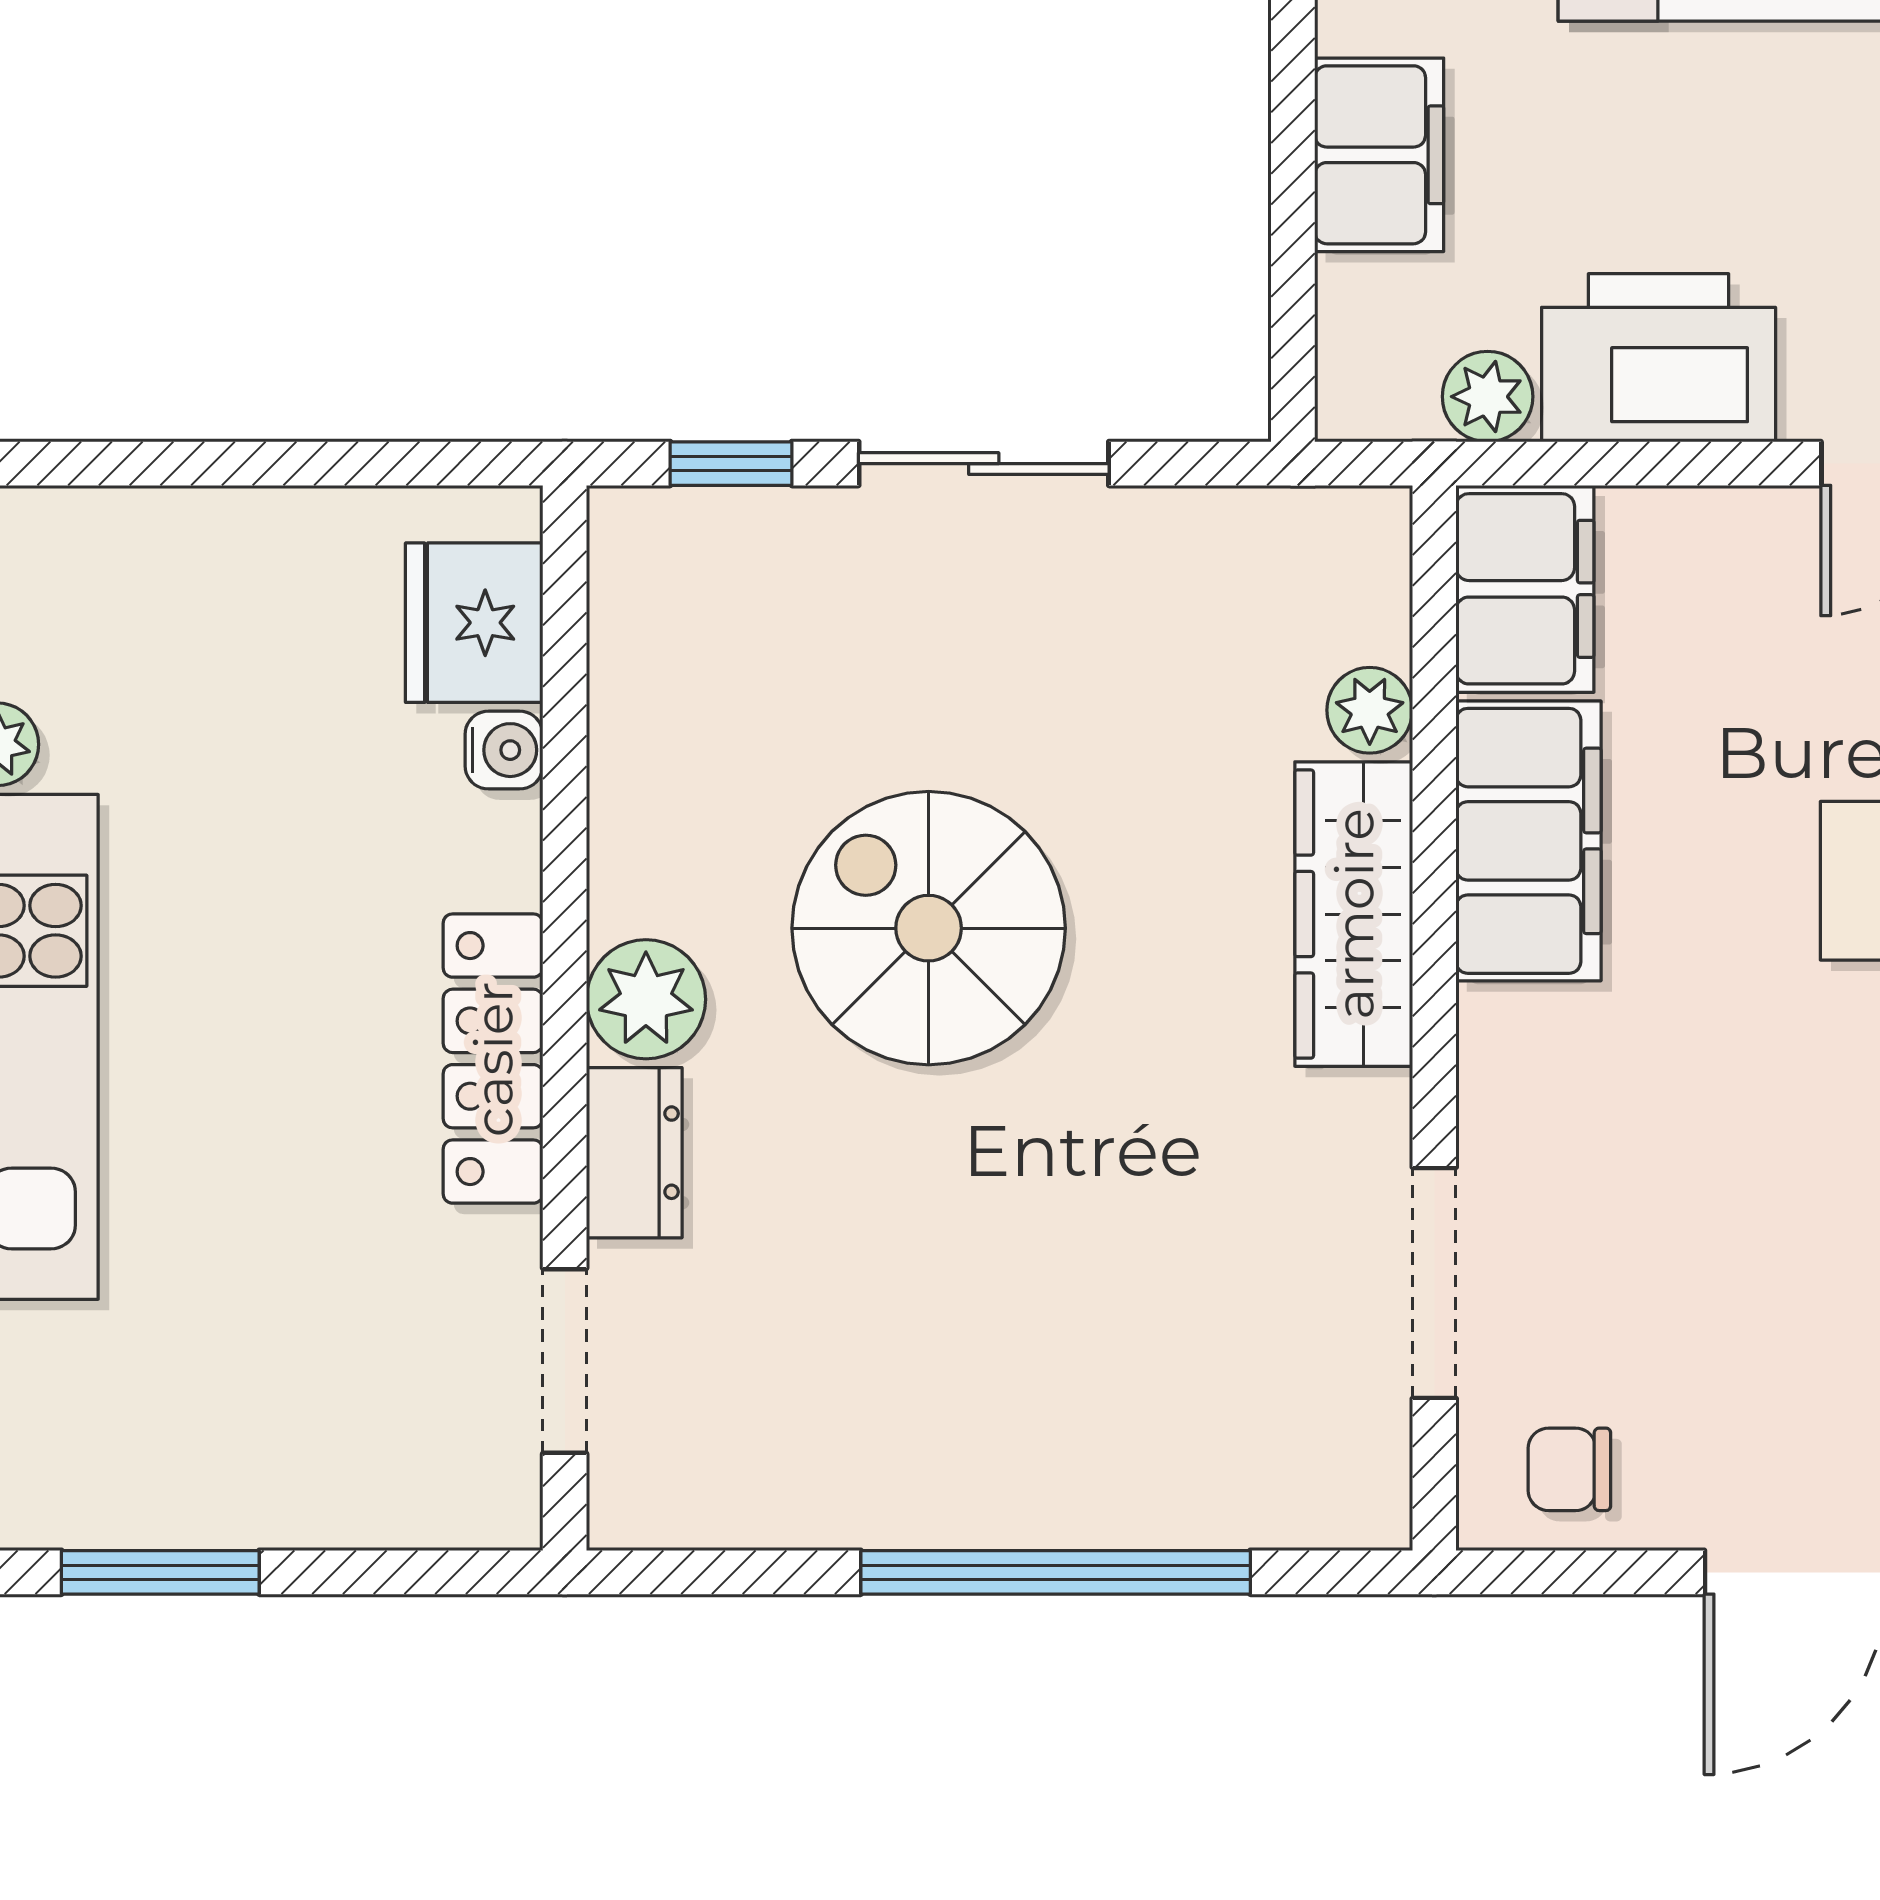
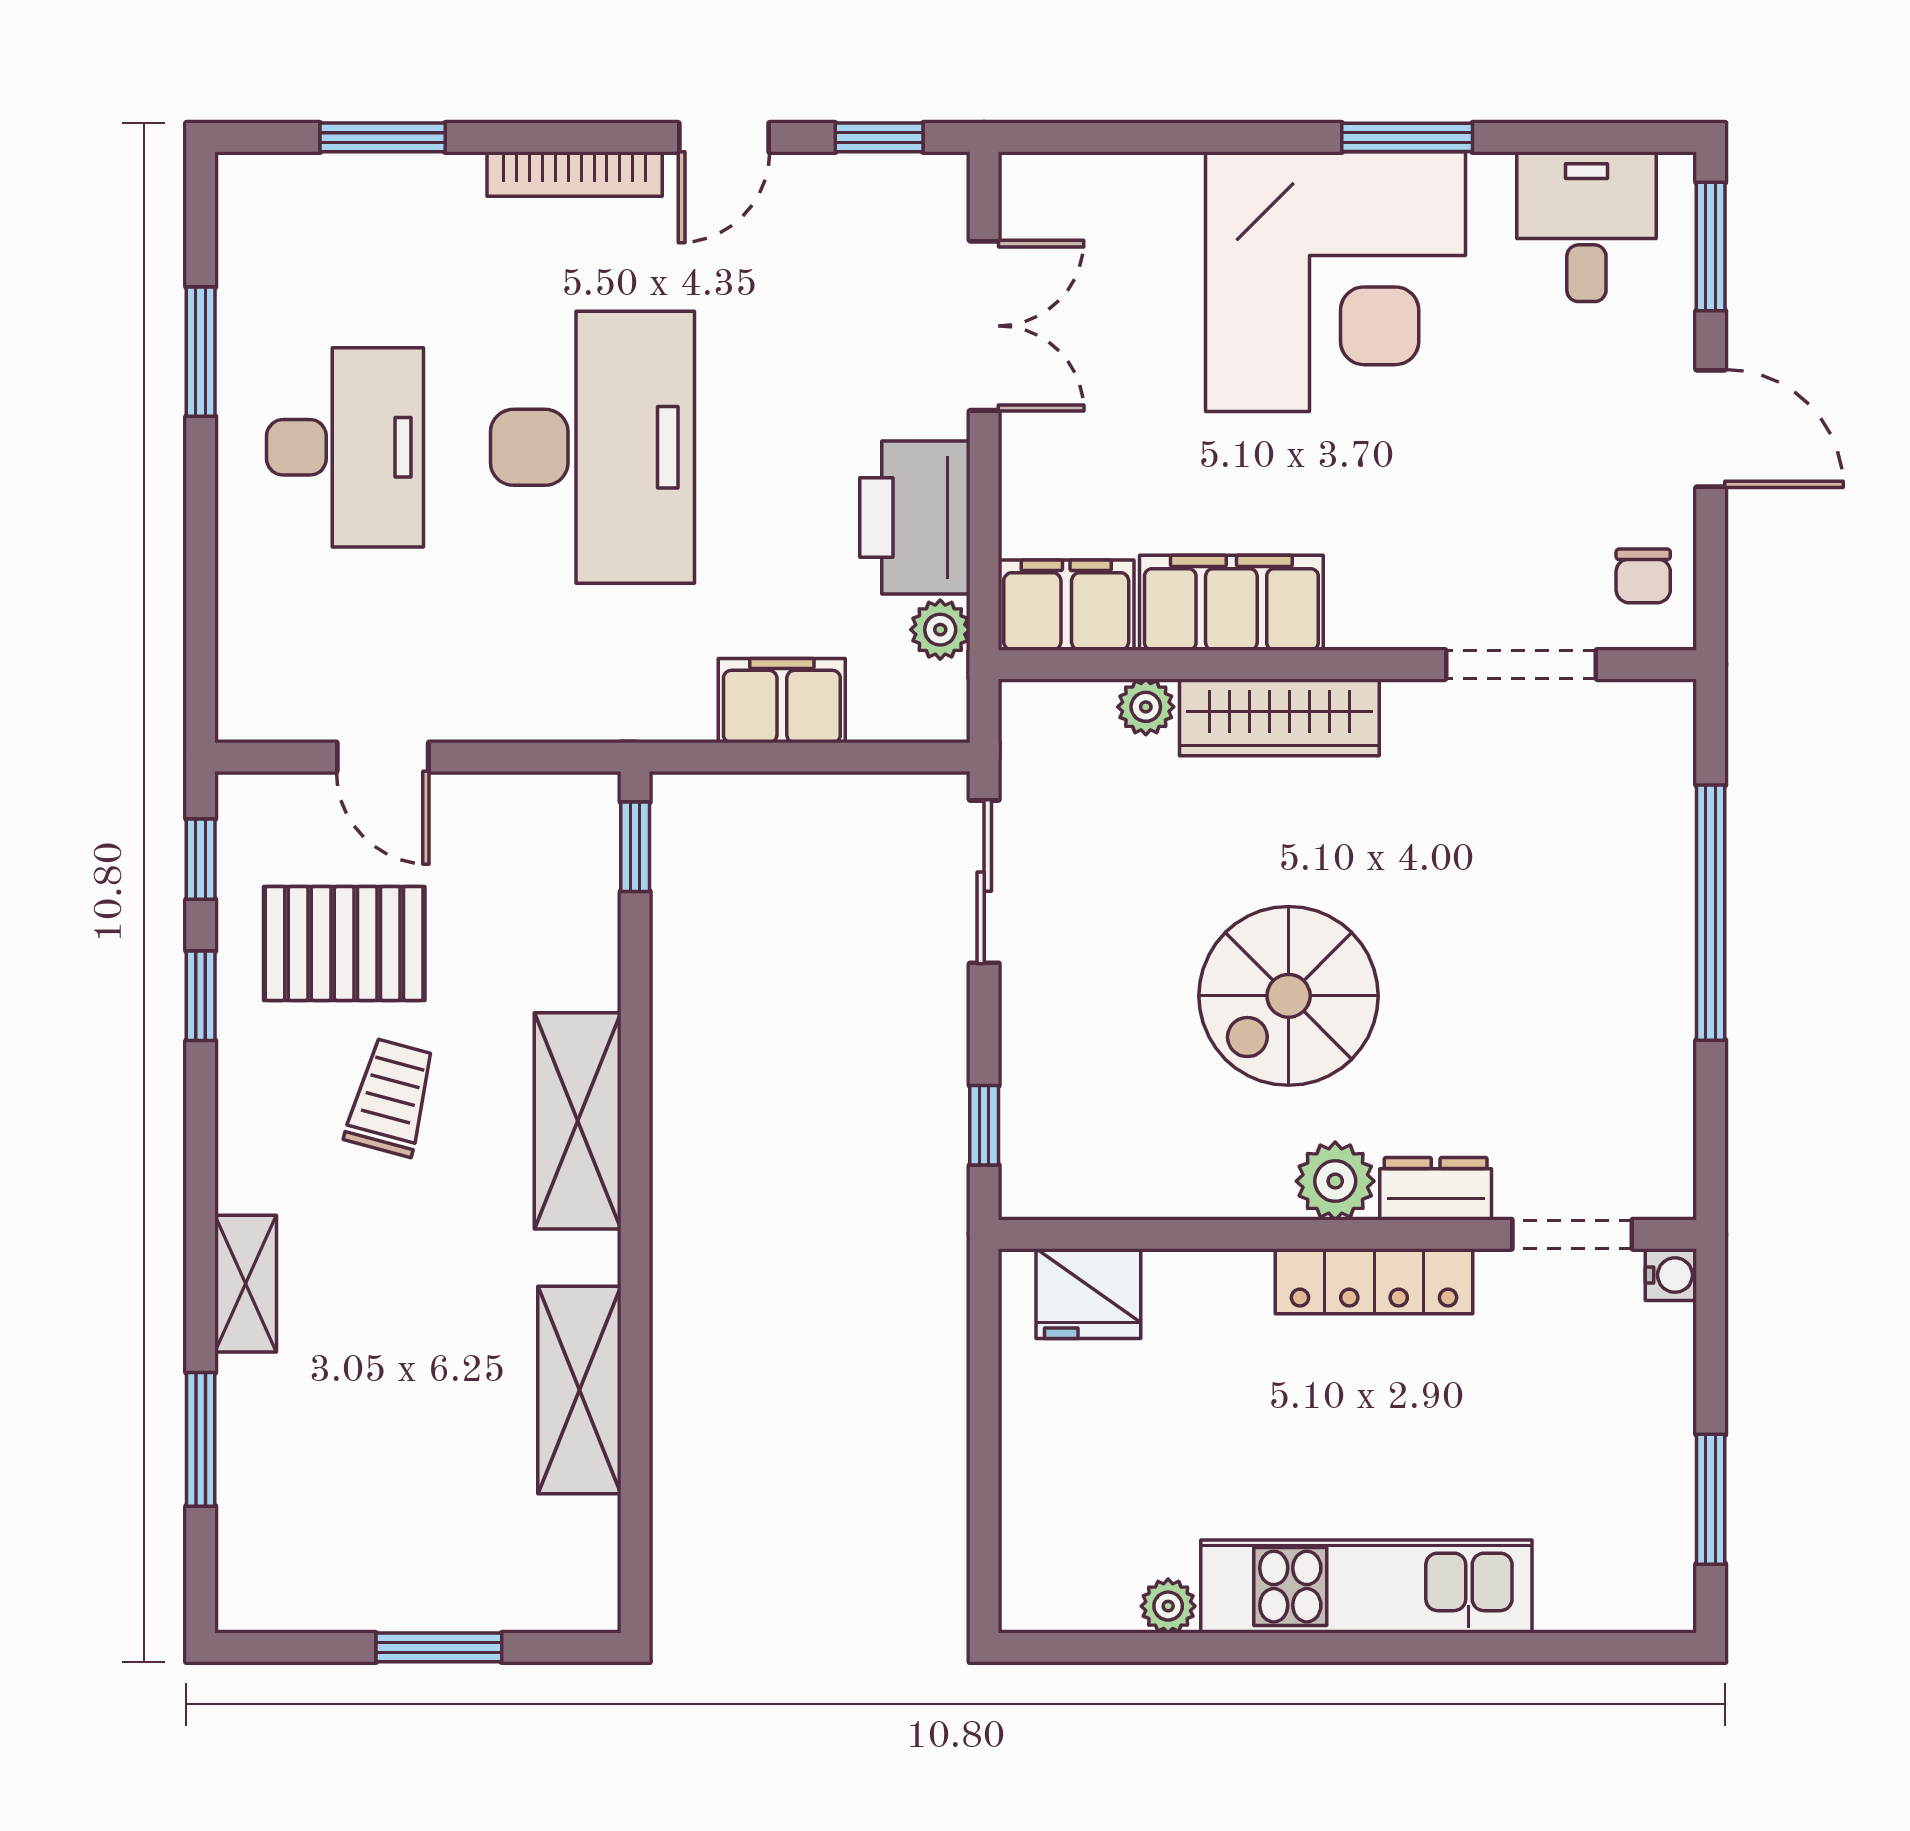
sliding door: (984, 464) -> (984, 882), moved
water cooler: (504, 750) -> (1671, 1275), moved, turned 90

